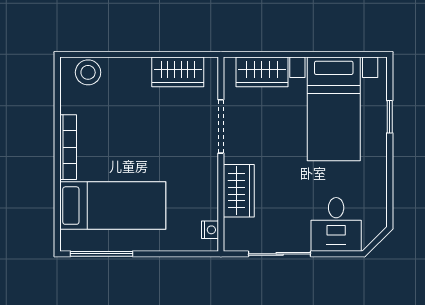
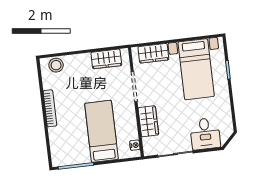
bed: (113, 206) -> (101, 131), moved, turned -90

